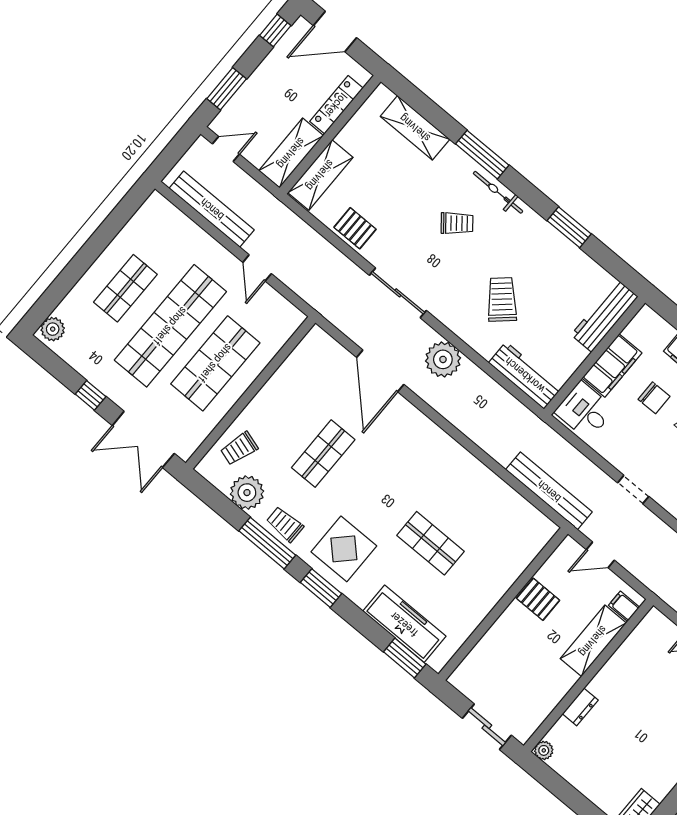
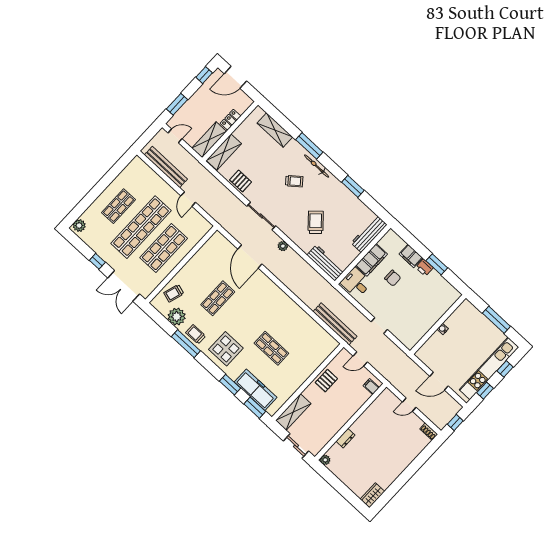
locker: (336, 105) -> (231, 120), width x0.66
plant: (443, 359) -> (283, 246), width x0.53, depth x0.53
window: (321, 588) -> (230, 385), moved
pallet: (538, 599) -> (326, 381), turned 90
shelving: (593, 641) -> (293, 412), moved

